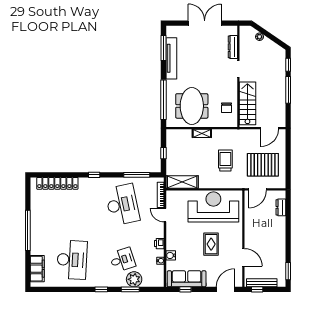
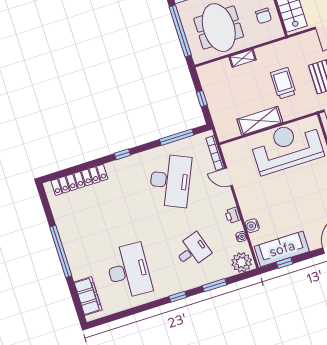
shelving: (182, 182) -> (260, 121), moved
desk: (122, 205) -> (170, 181), turned 36
rug: (211, 244) -> (299, 195), removed
plant: (134, 279) -> (242, 262), moved

